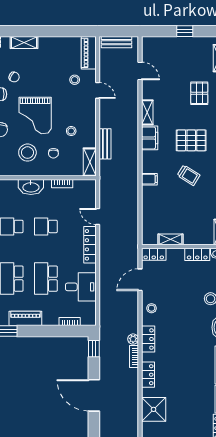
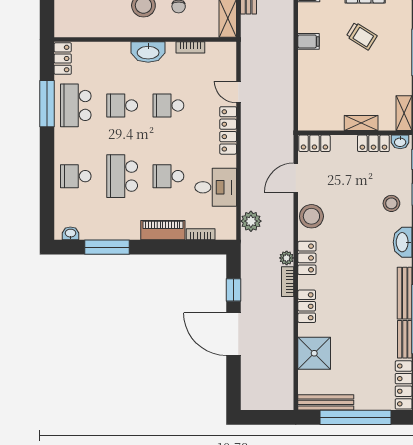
shelving: (171, 239) -> (361, 123), moved
school desk: (46, 279) -> (168, 176), width x0.54
stool: (152, 308) -> (311, 216), width x1.89, depth x1.89
plant: (107, 312) -> (251, 221), added
piano: (25, 318) -> (163, 230), moved
window: (94, 349) -> (233, 290), moved

